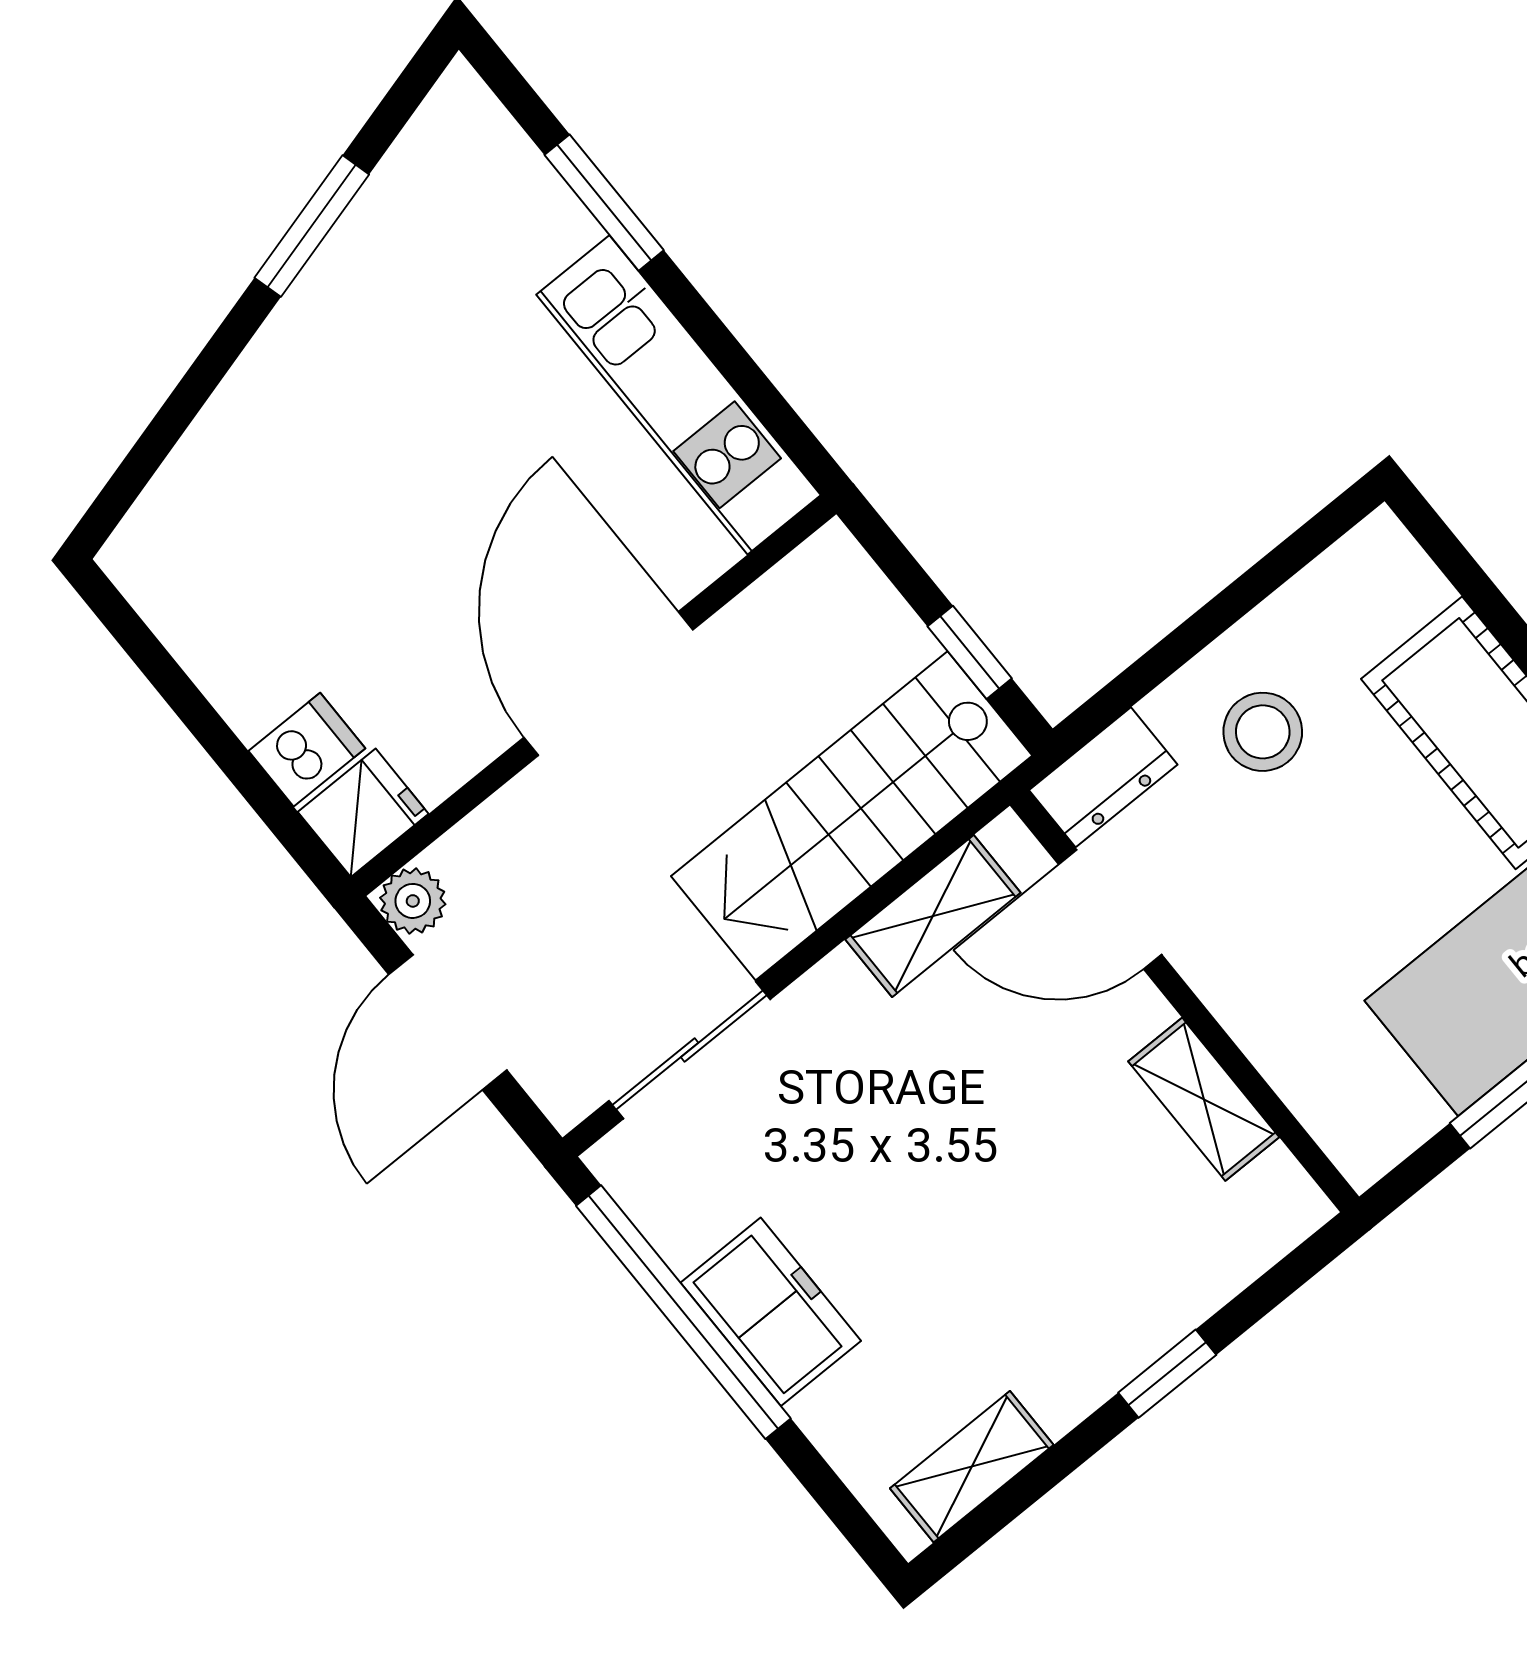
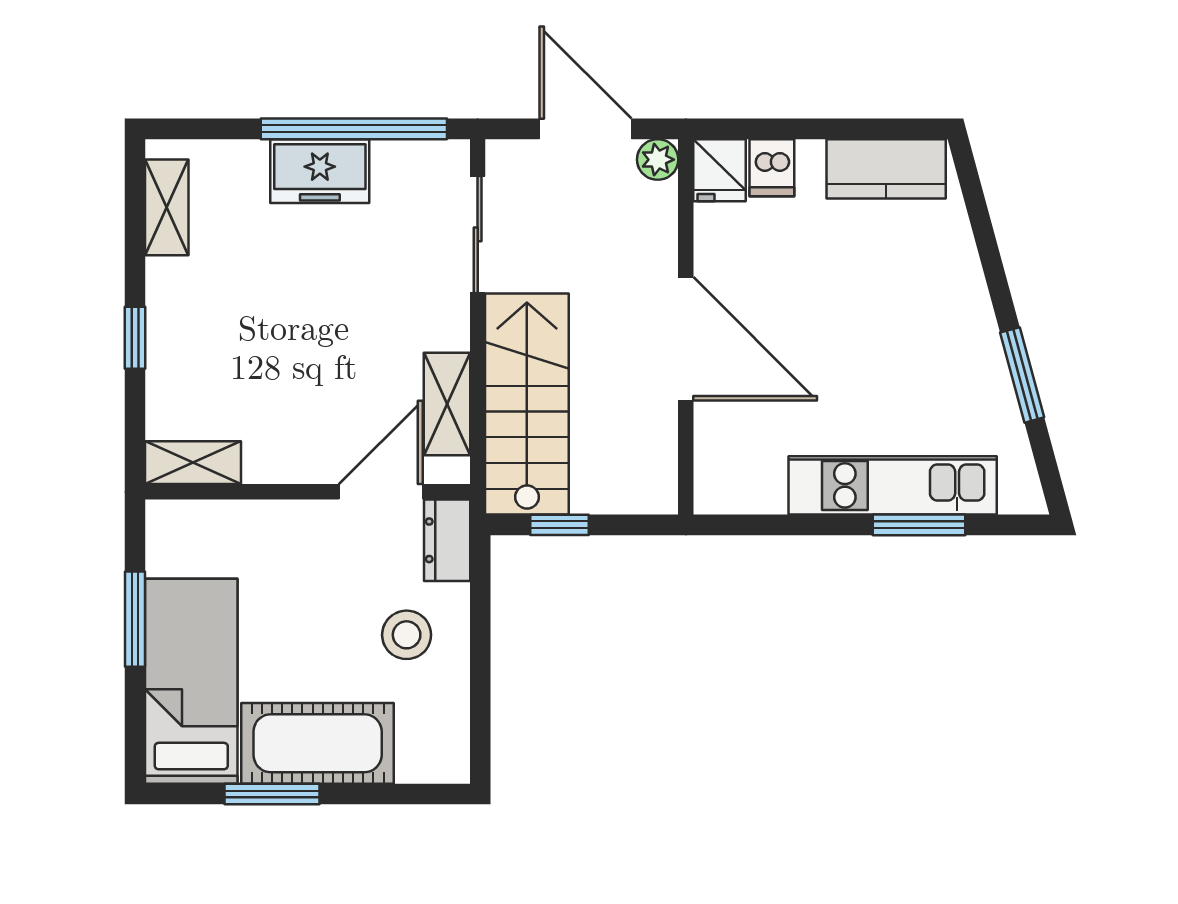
kitchen unit: (678, 395) -> (893, 485), moved
kitchen counter: (192, 606) -> (886, 169), added
shelving: (1204, 1099) -> (193, 463), moved

